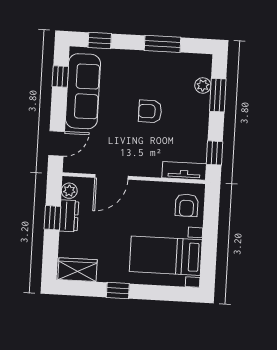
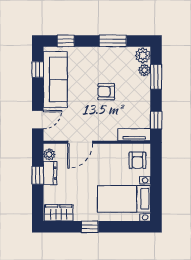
plant: (202, 66) -> (143, 55), added

